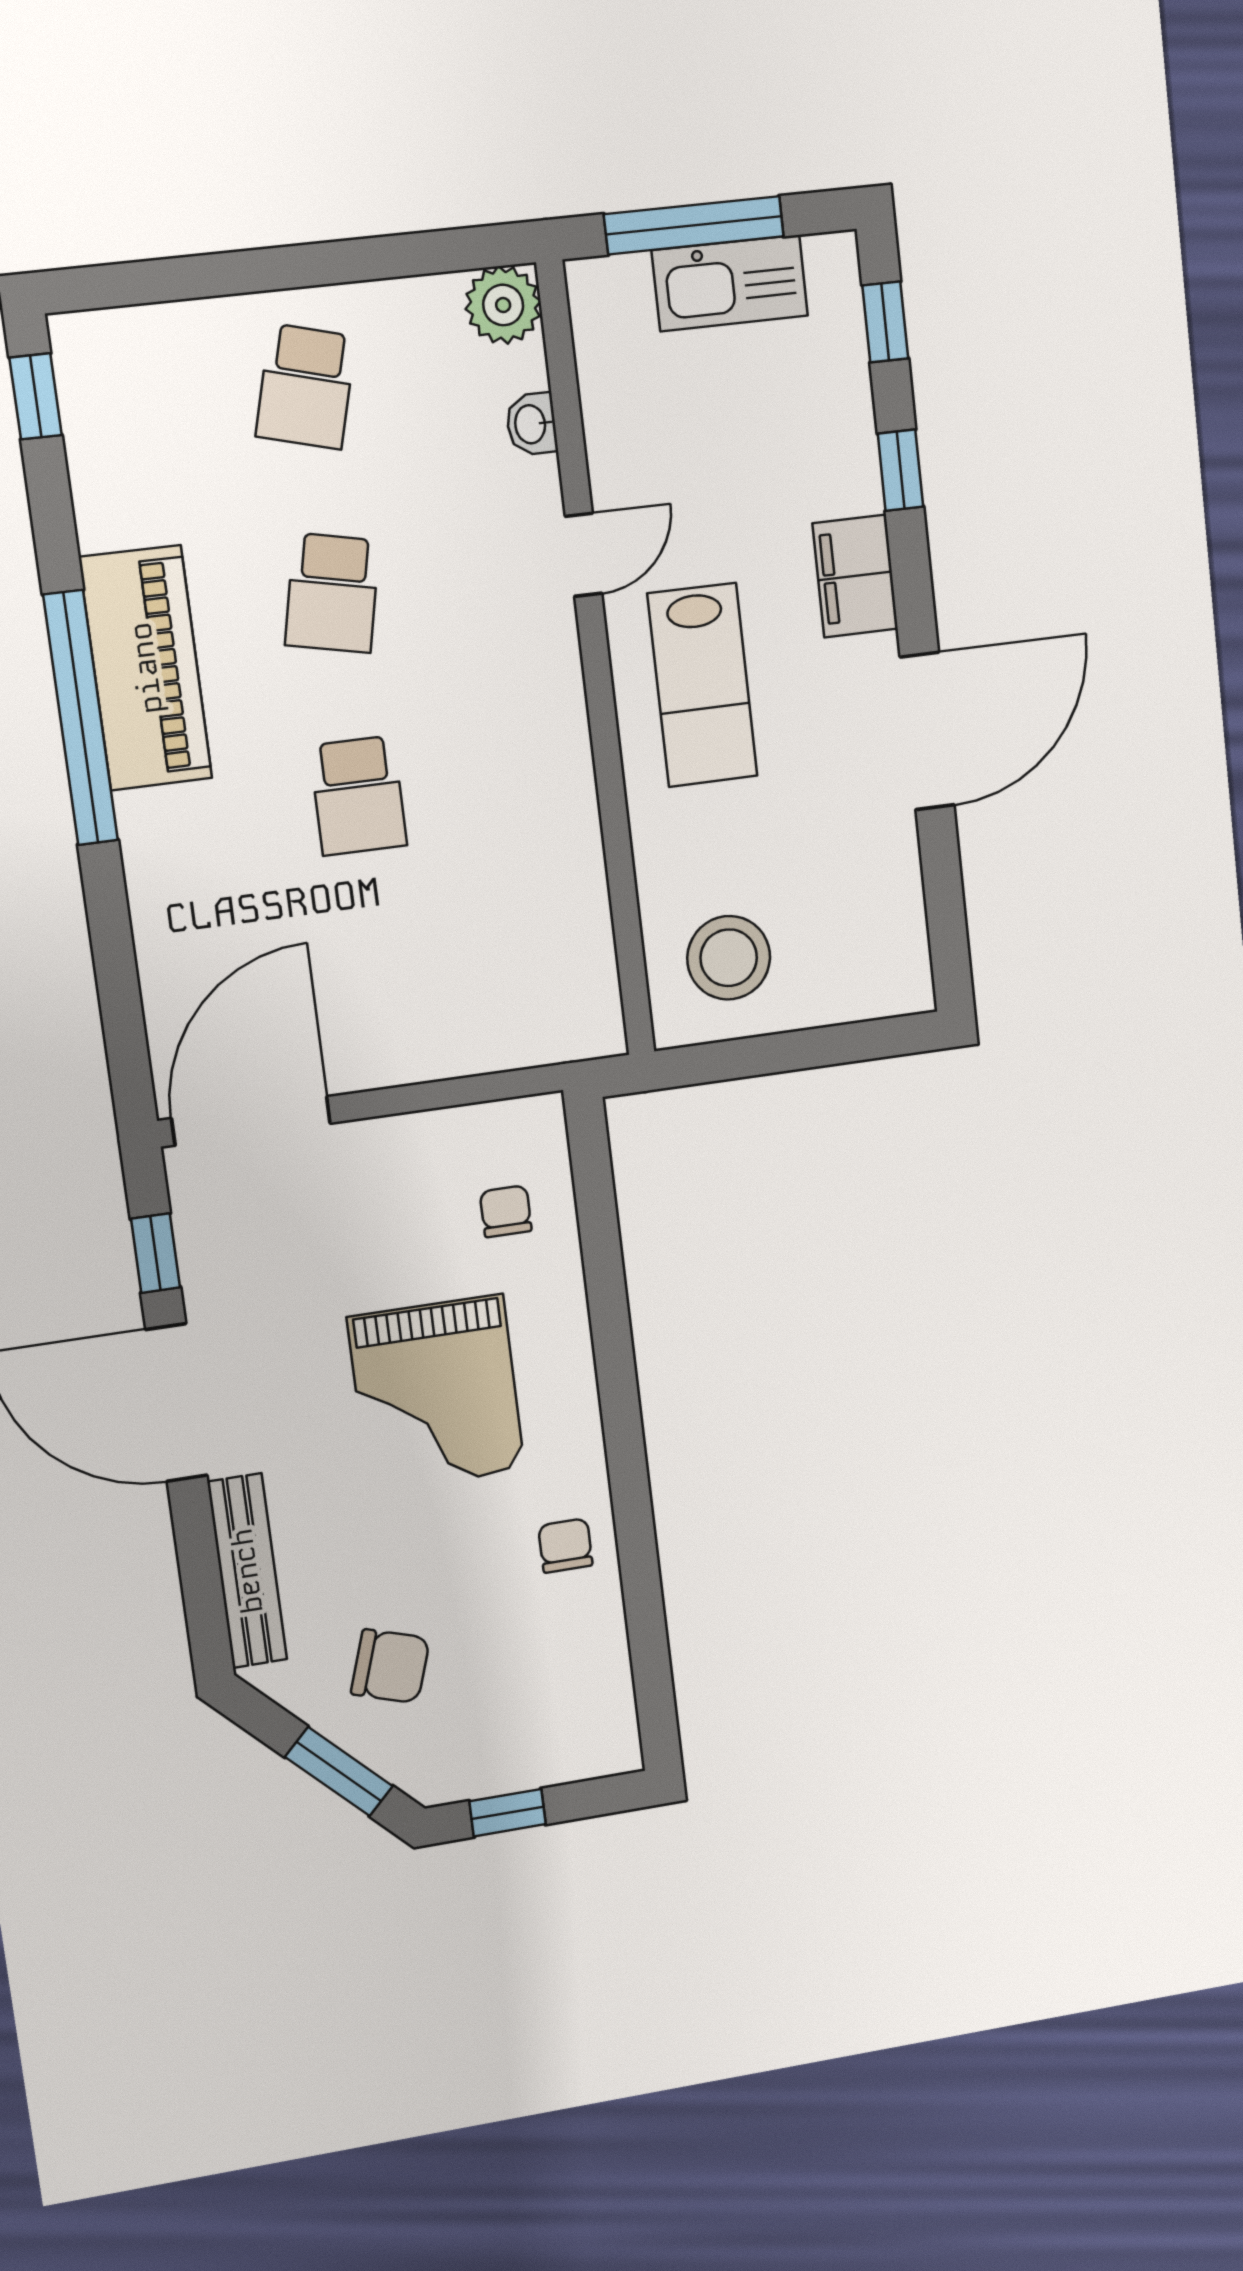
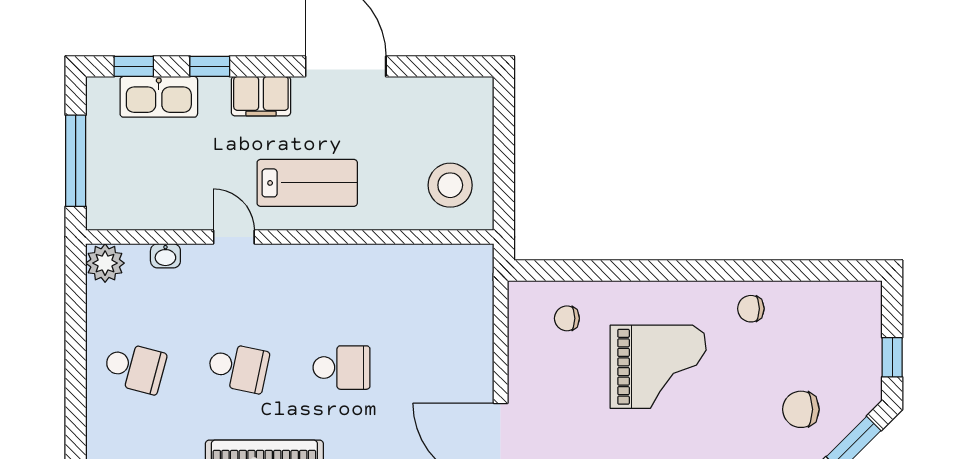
kitchen sink: (730, 283) -> (159, 97), moved, turned 90
chair: (390, 1666) -> (801, 409), turned -108

